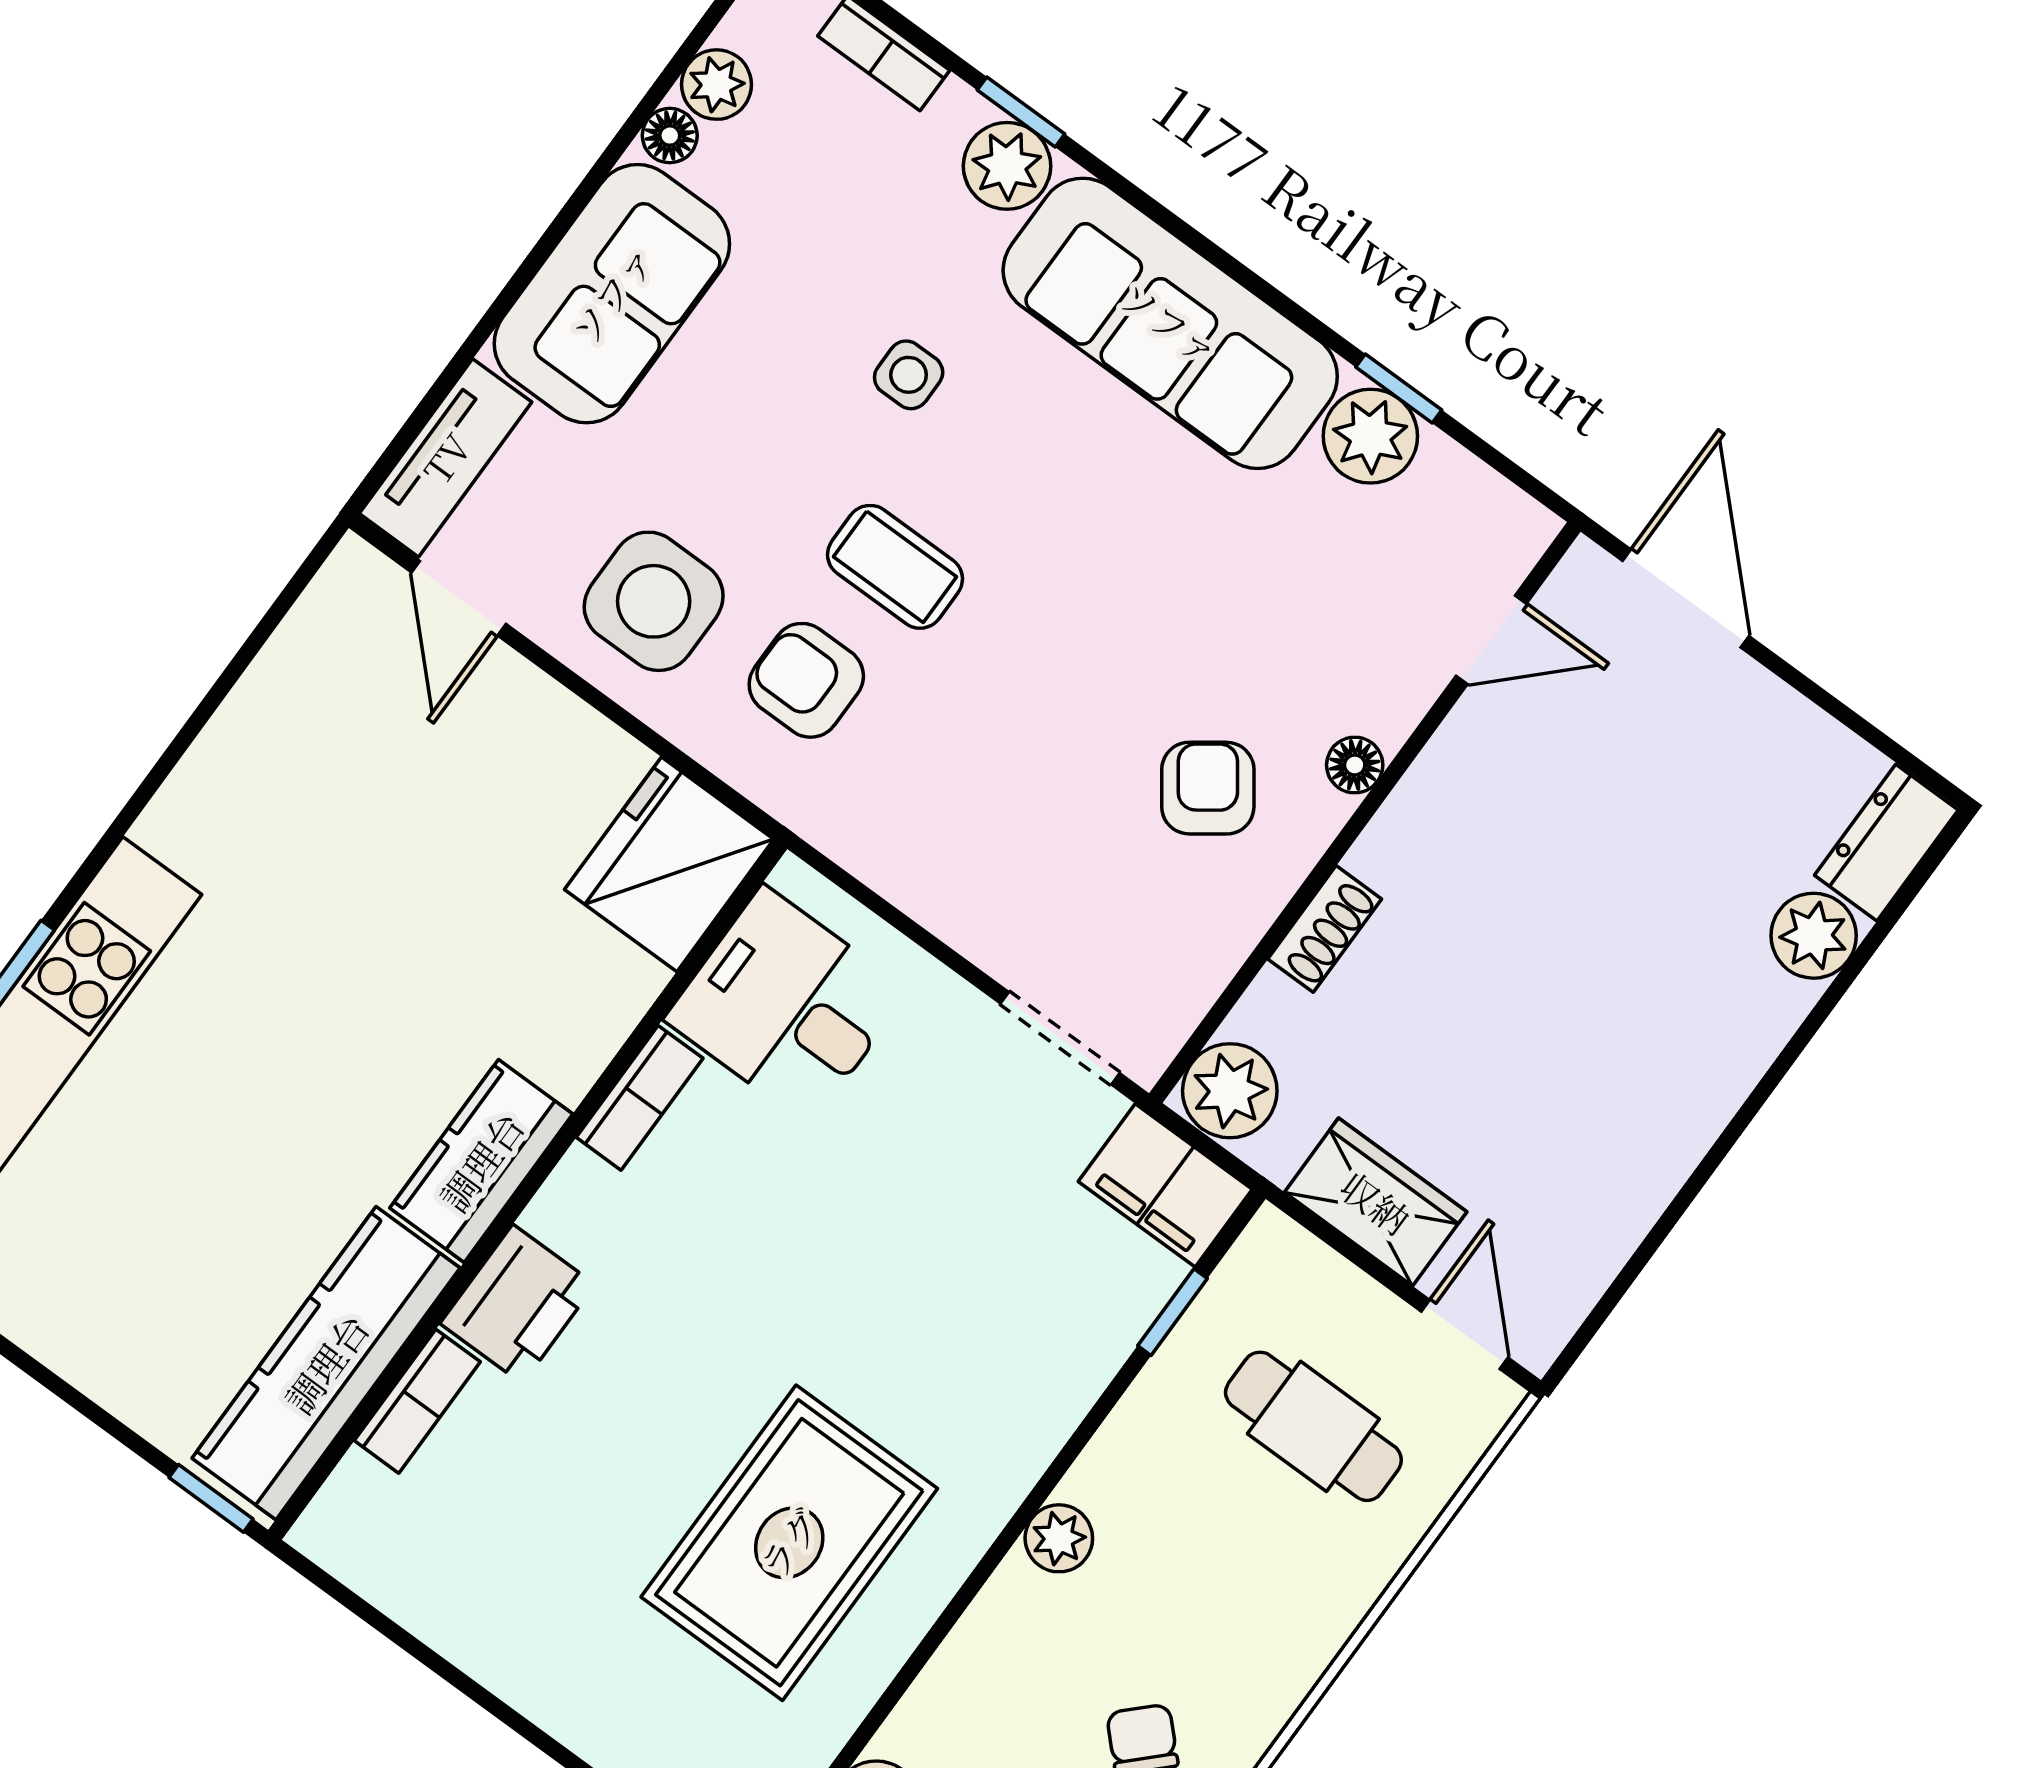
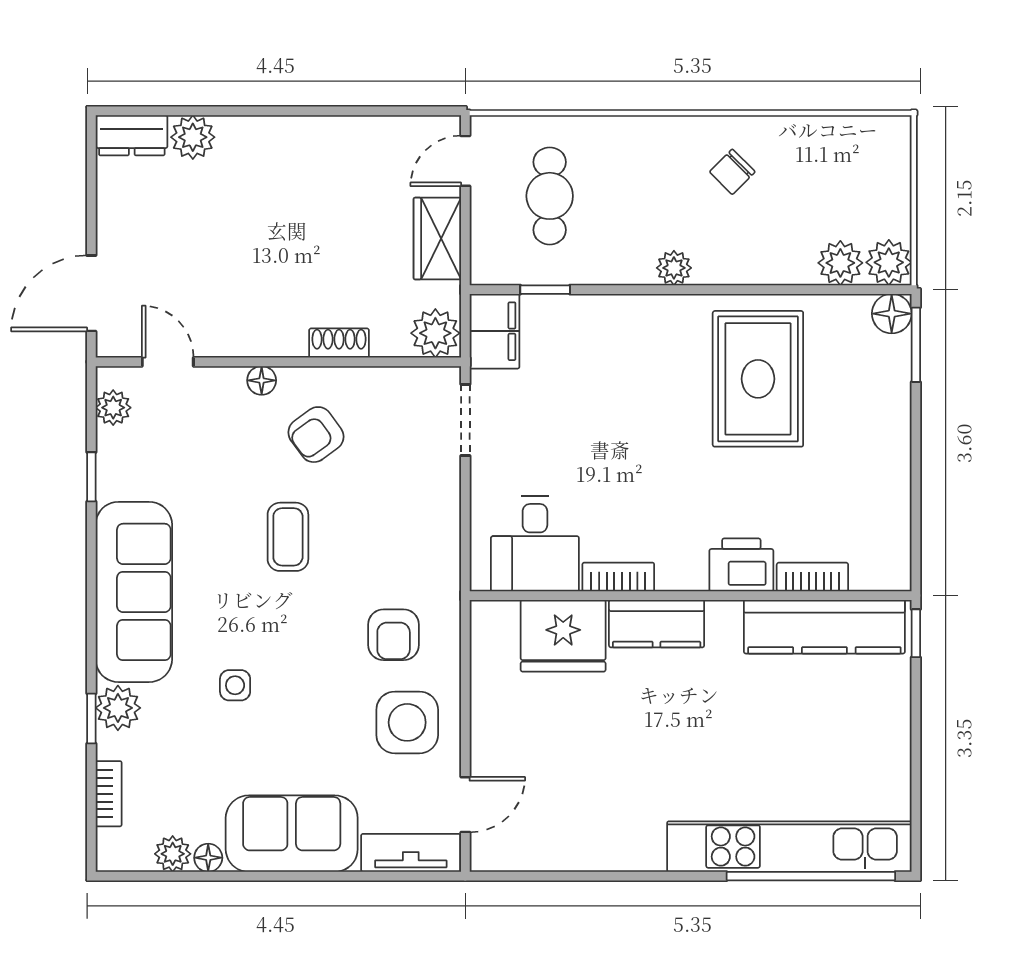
plant: (1370, 436) -> (113, 408), moved, width x0.73, depth x0.73
coffee table: (895, 567) -> (288, 537), moved
fridge: (669, 864) -> (563, 636), moved
kitchen counter: (481, 1161) -> (657, 624), moved
rug: (789, 1543) -> (758, 379), turned 90

